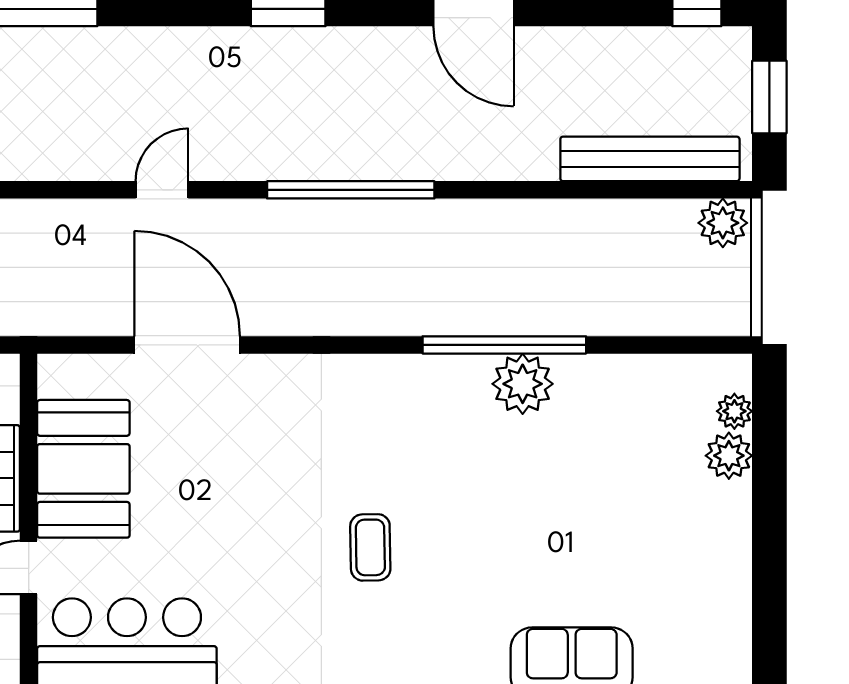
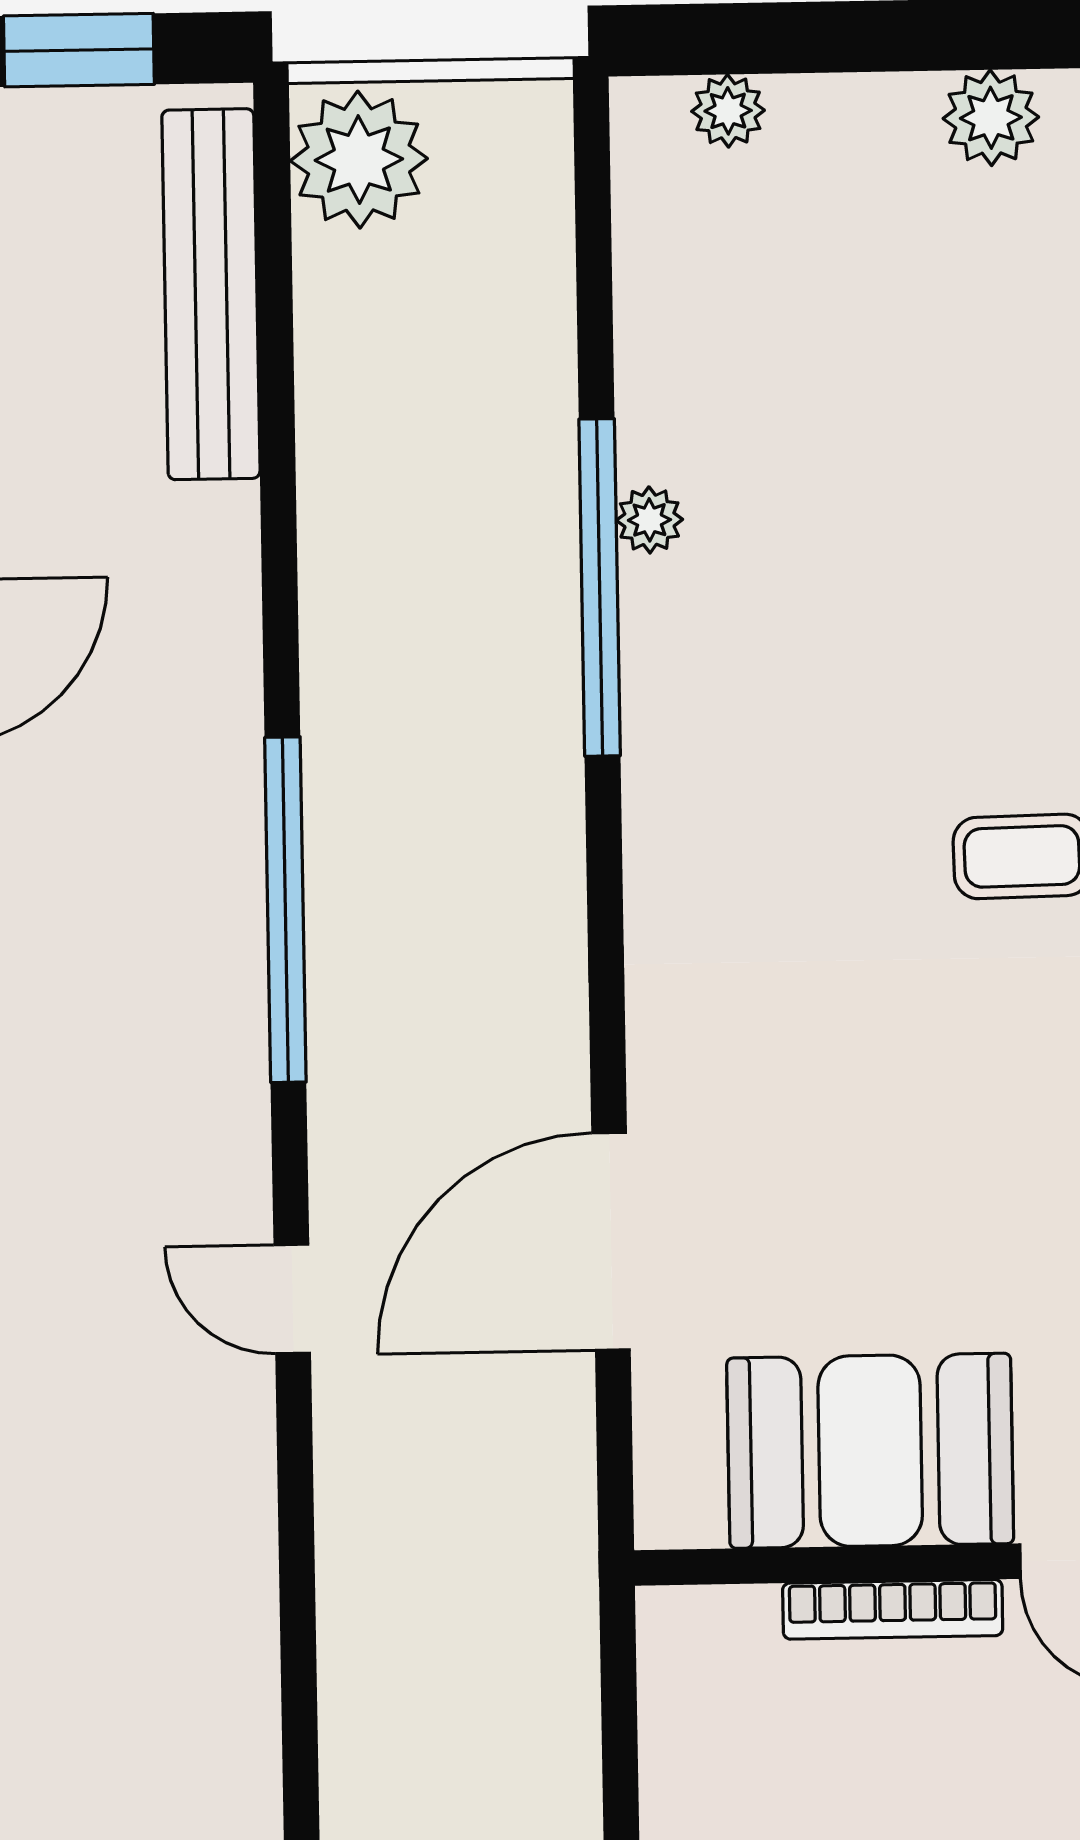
plant: (723, 223) -> (359, 160), width x1.36, depth x1.36
plant: (523, 384) -> (649, 520), width x0.53, depth x0.53
plant: (729, 456) -> (991, 118), moved

